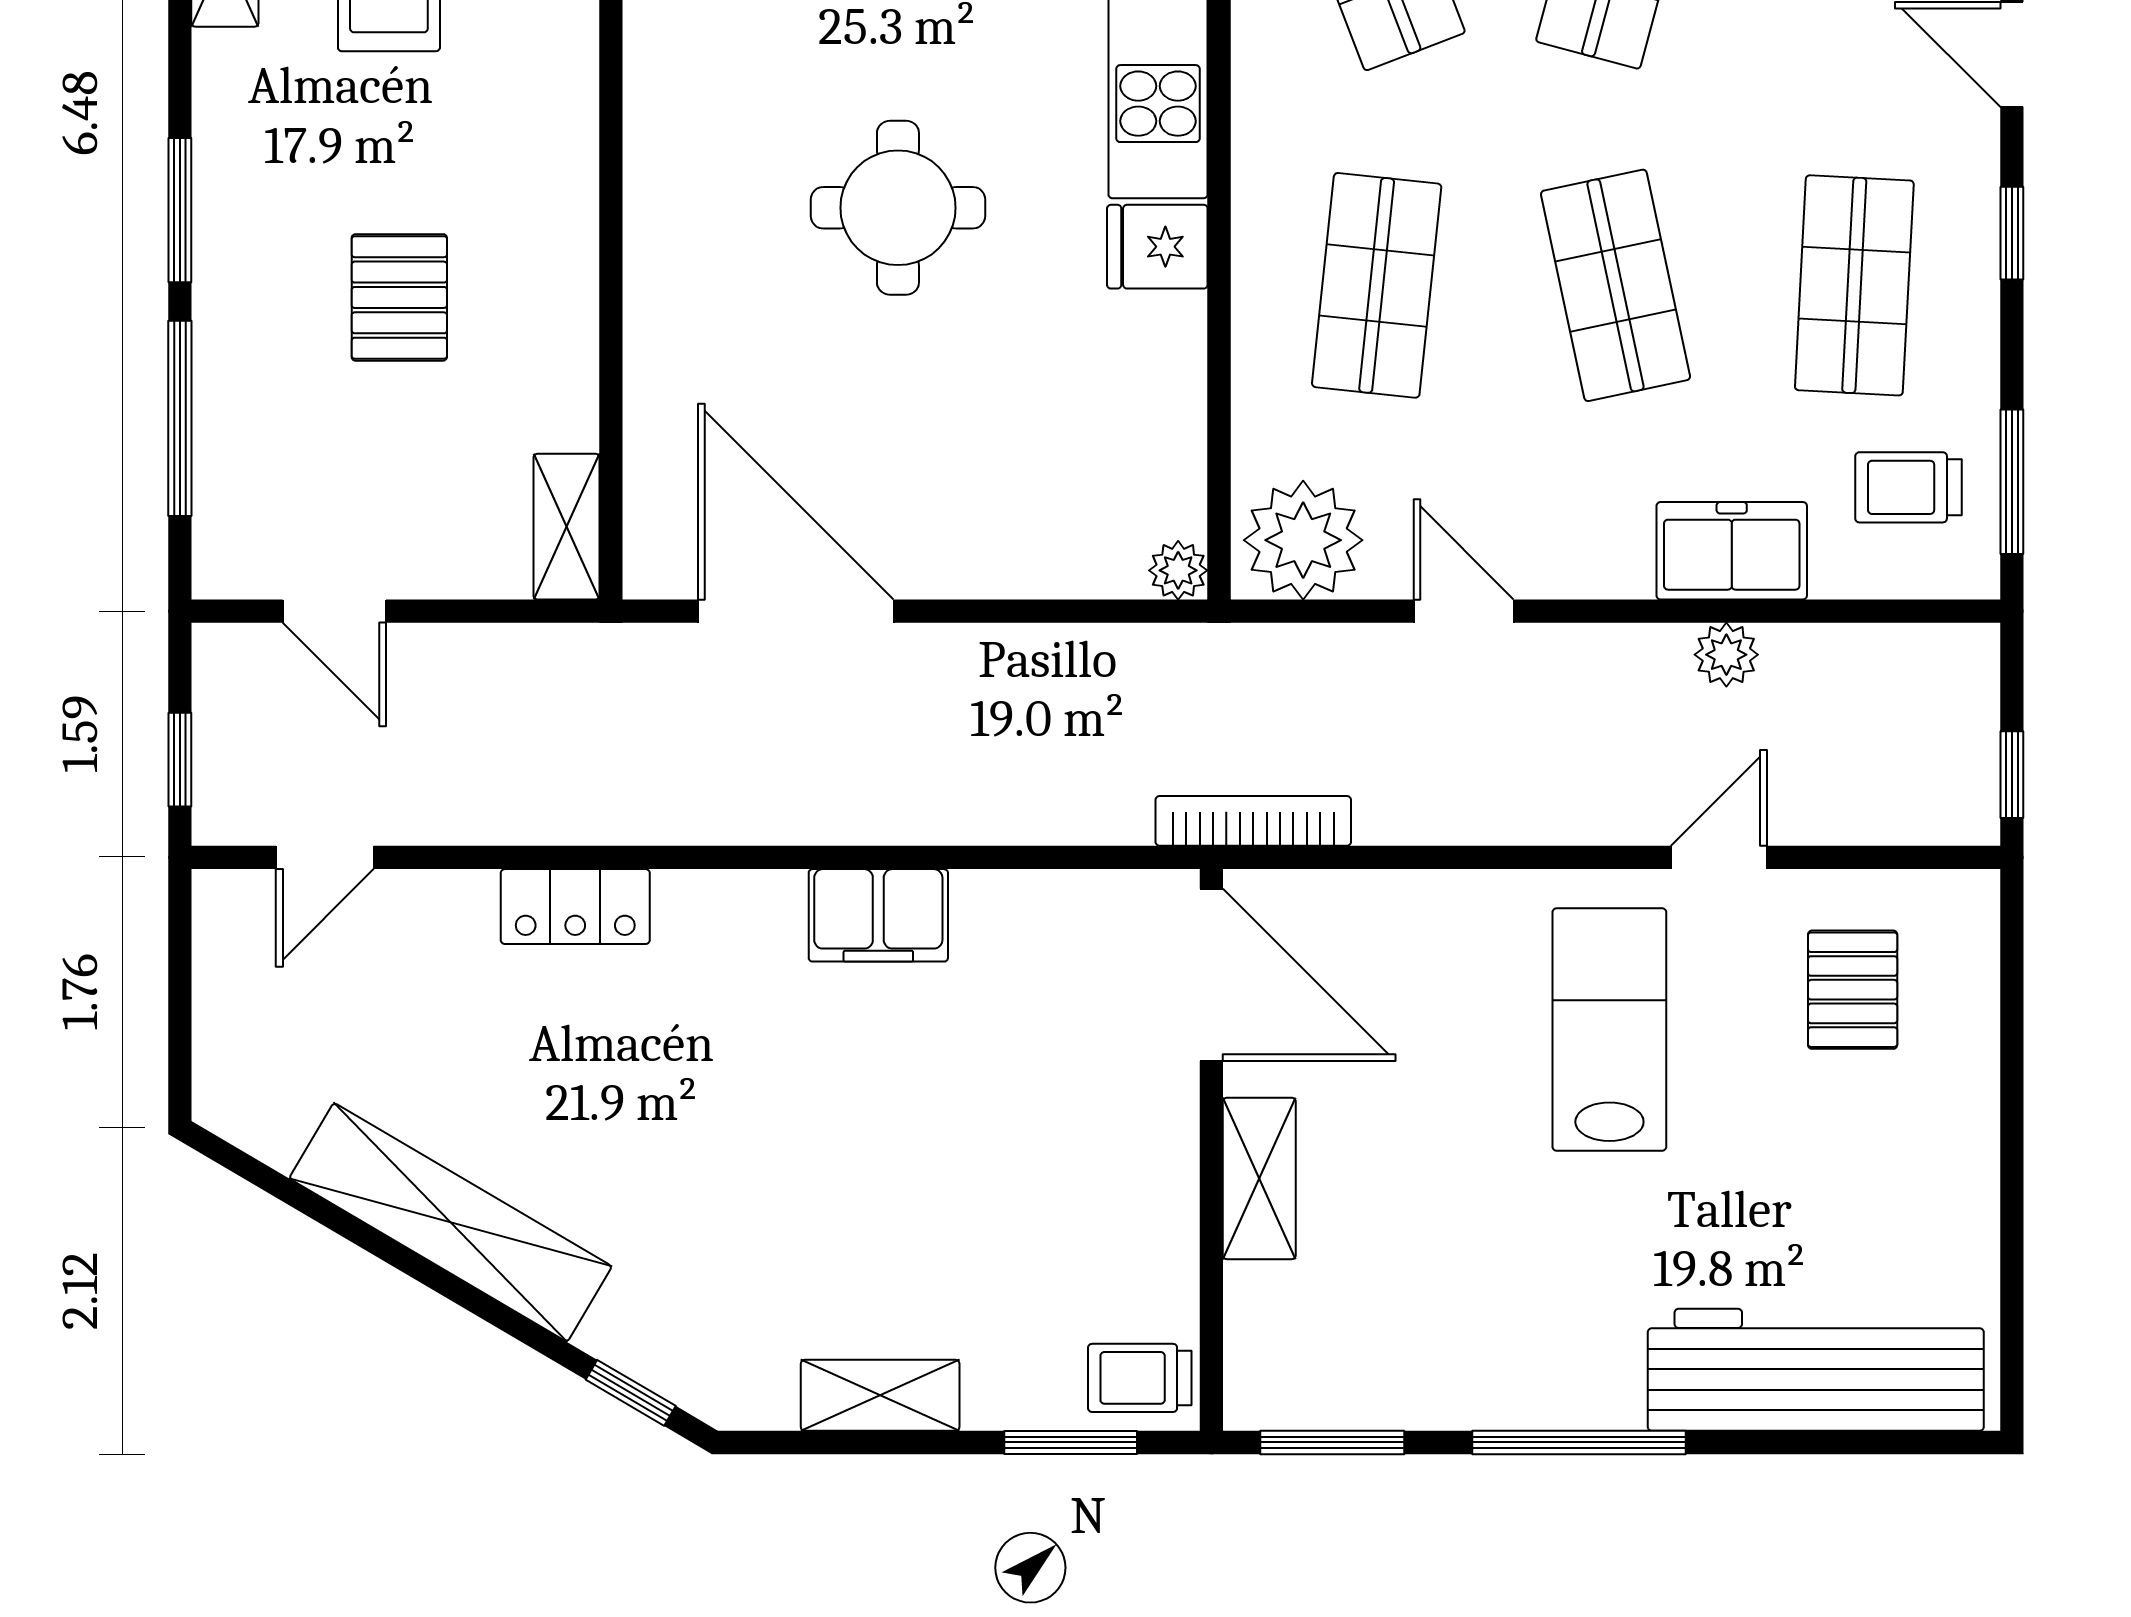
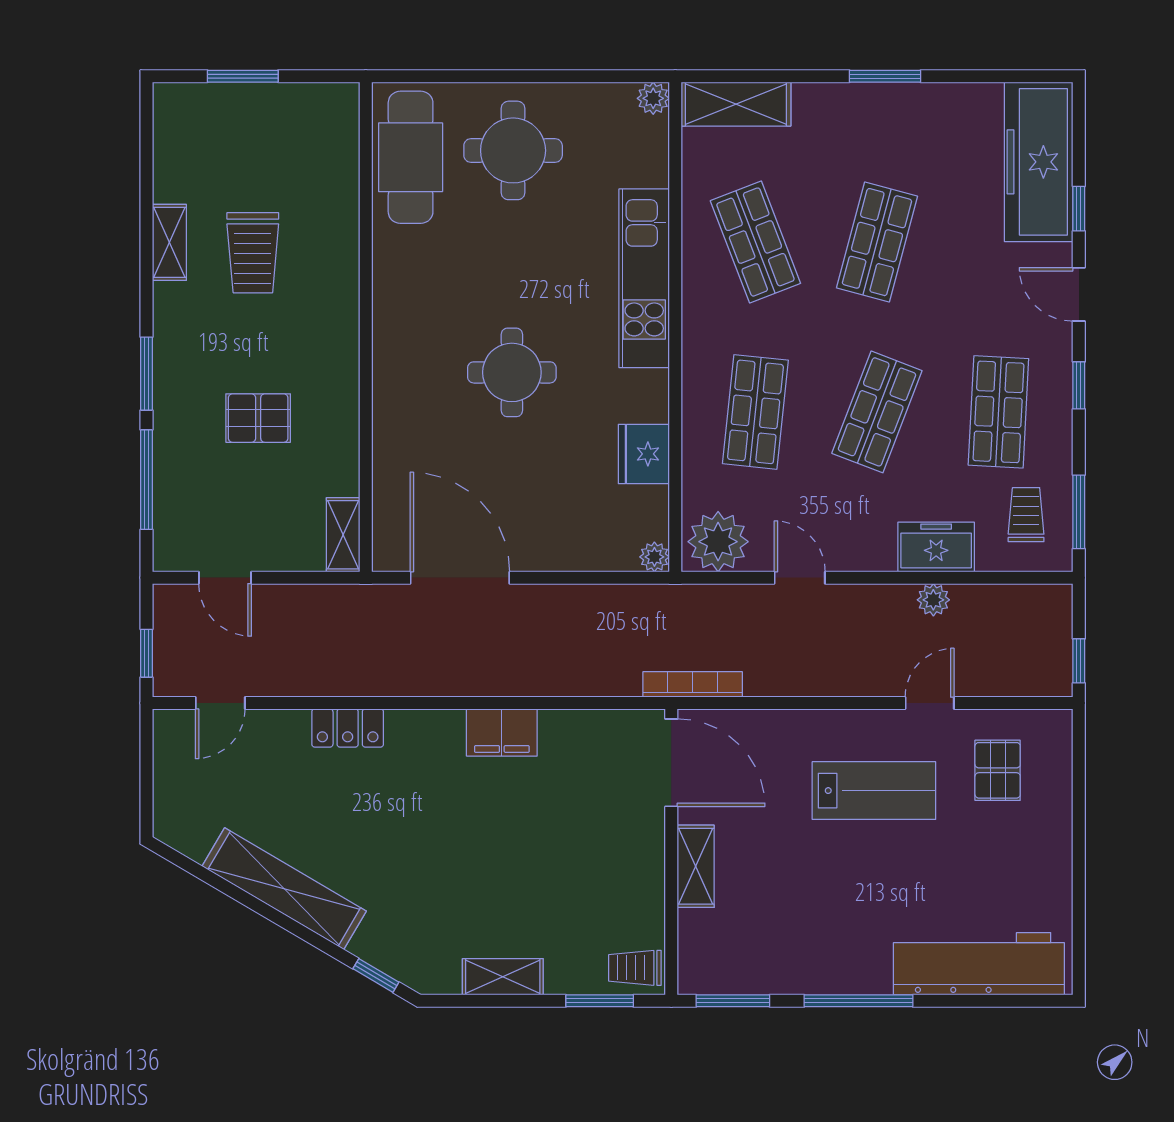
fridge: (1157, 247) -> (644, 454), moved, width x1.38
shop shelf: (1615, 285) -> (877, 412), turned 33
pallet: (399, 297) -> (258, 418), turned 90
trolley: (1909, 487) -> (1026, 515), turned 90
lab bench: (1609, 1030) -> (874, 791), turned 90

